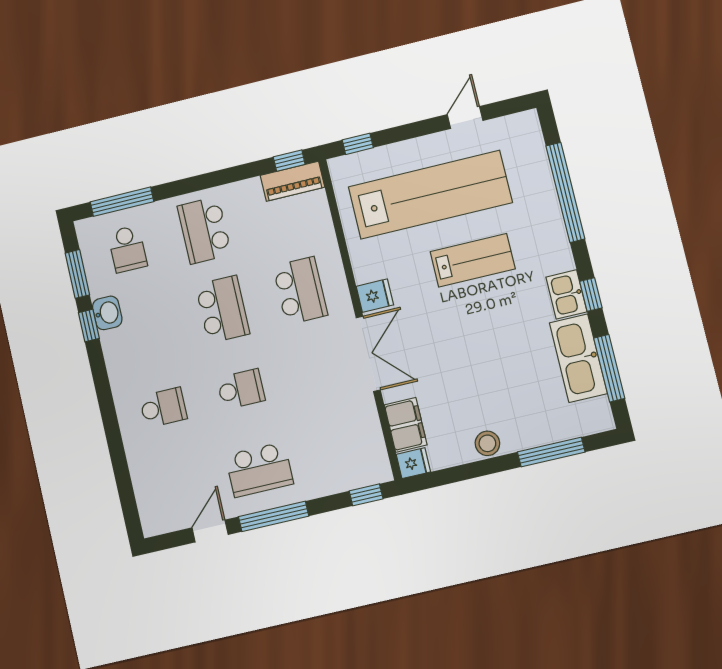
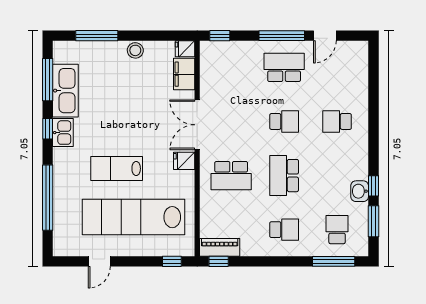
school desk: (204, 230) -> (284, 230), width x0.54
school desk: (300, 291) -> (231, 176), turned -90
school desk: (241, 389) -> (284, 121), turned 180

